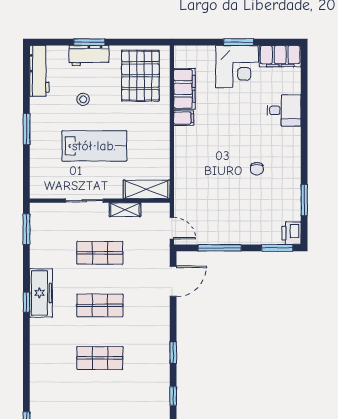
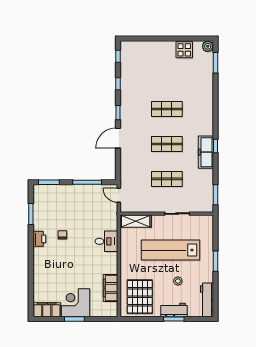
desk: (284, 110) -> (106, 241), moved, turned 180
filing cabinet: (184, 118) -> (111, 268), removed
lab bench: (94, 146) -> (170, 250), width x1.36
shelving: (125, 210) -> (150, 208), removed
printer: (291, 233) -> (39, 239), moved
door: (173, 281) -> (118, 138), moved

